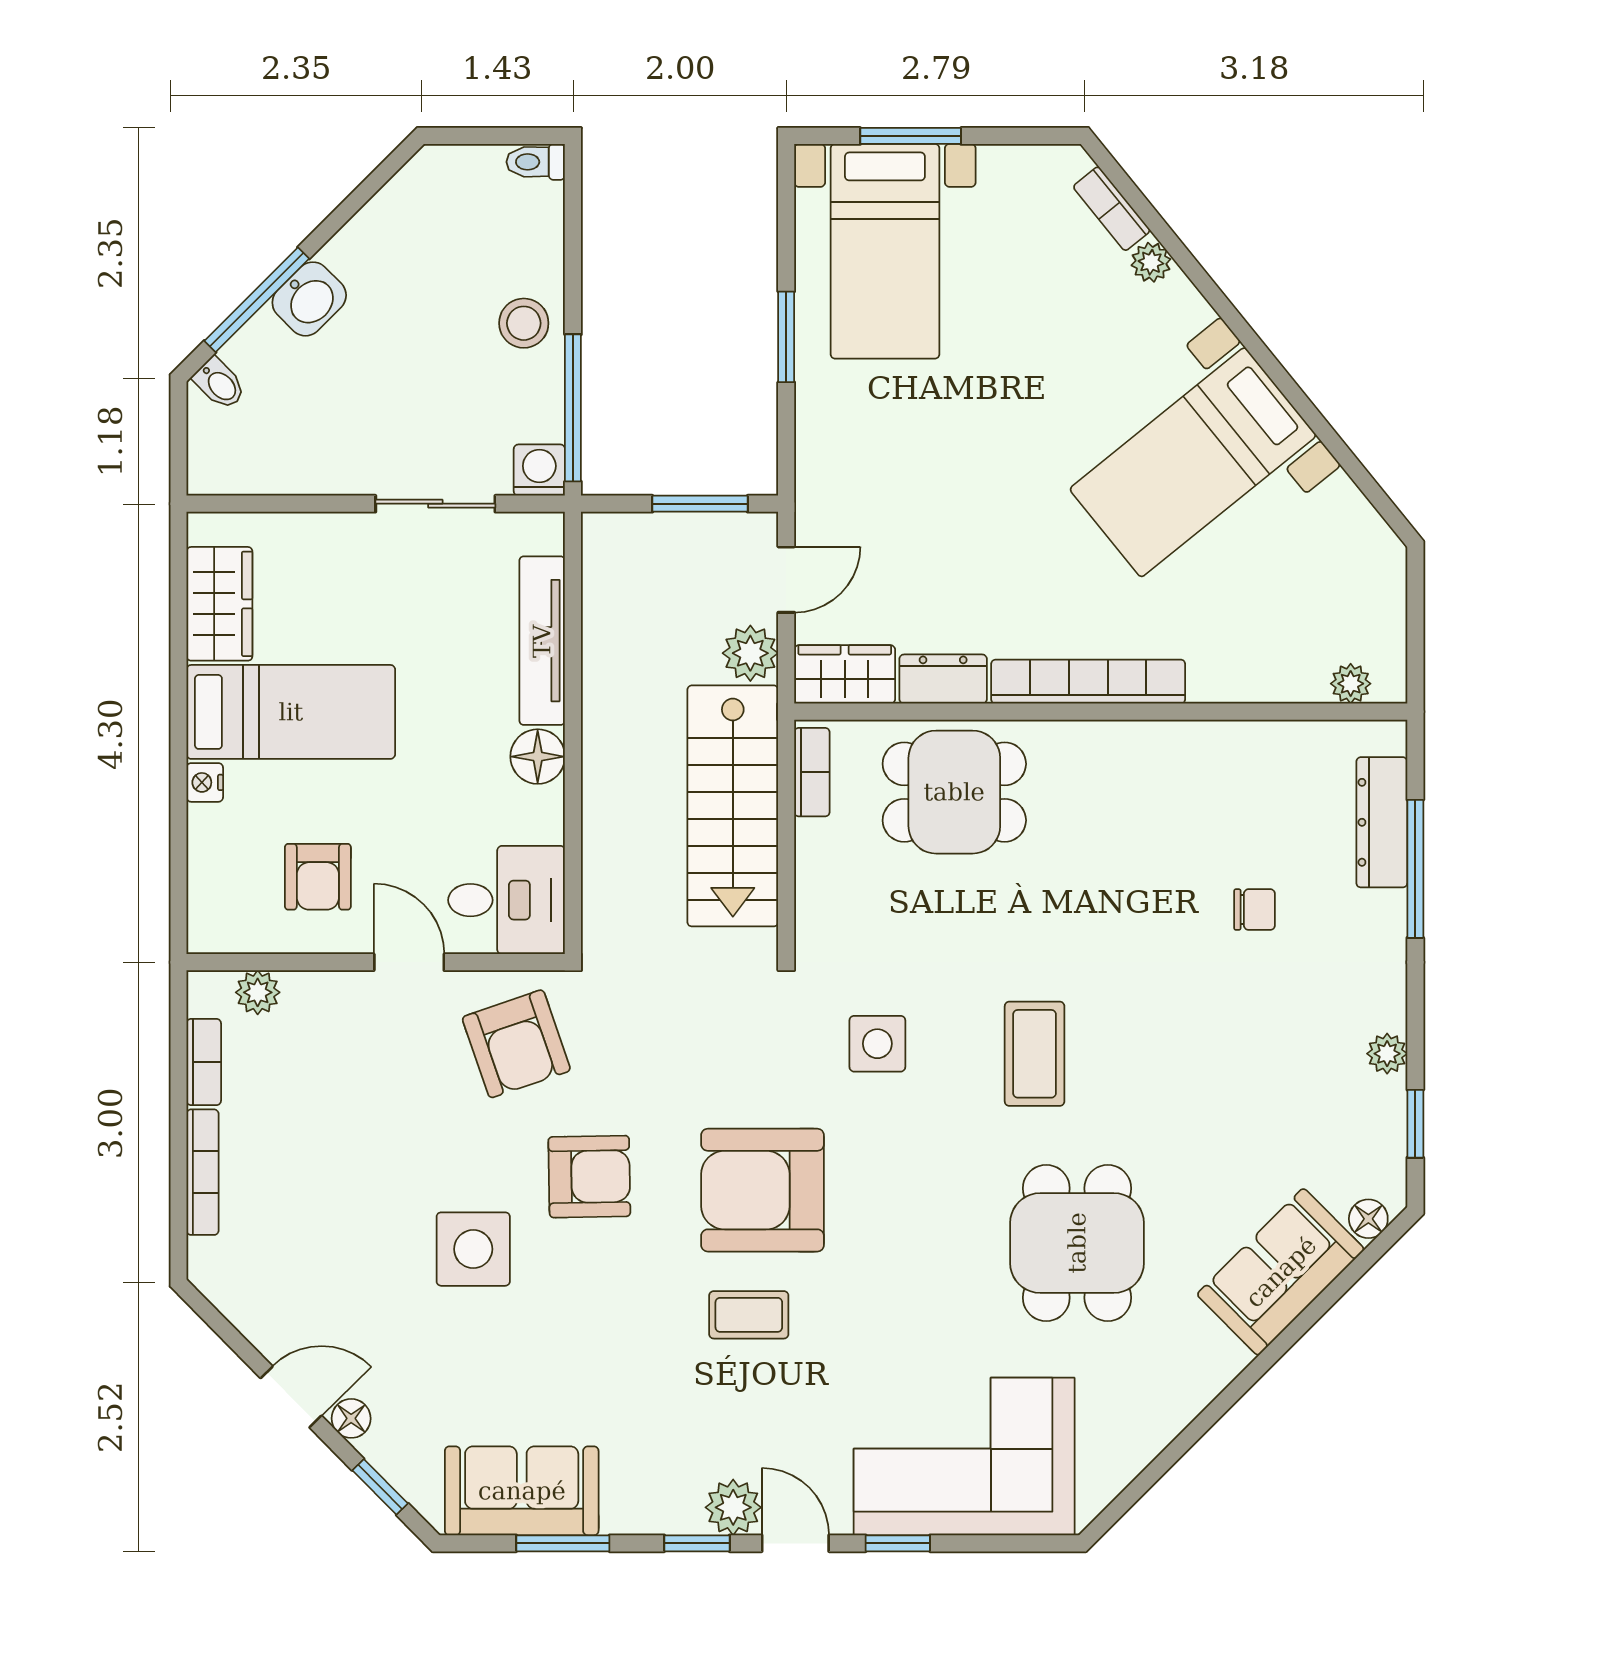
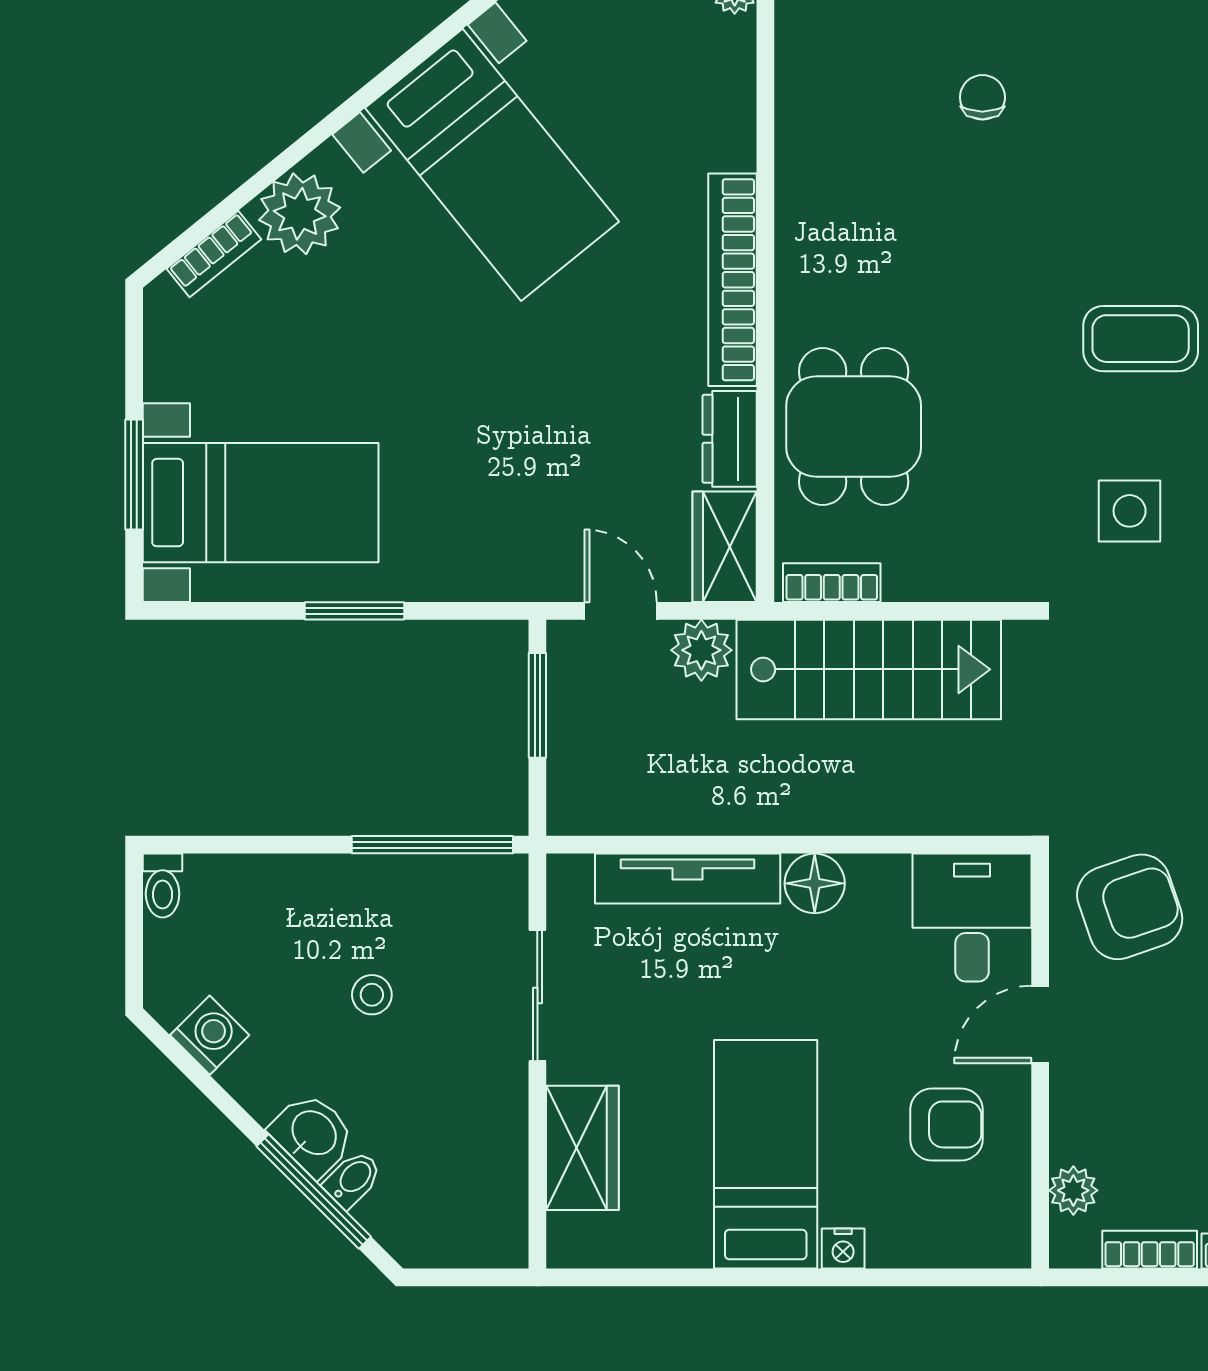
plant: (1151, 262) -> (300, 214), width x1.87, depth x1.87
stool: (524, 323) -> (372, 995), moved, width x0.73, depth x0.73
bidet: (219, 384) -> (353, 1179), moved
washing machine: (539, 470) -> (210, 1035), moved, turned 135
wardrobe: (219, 604) -> (582, 1148), moved, turned 90

